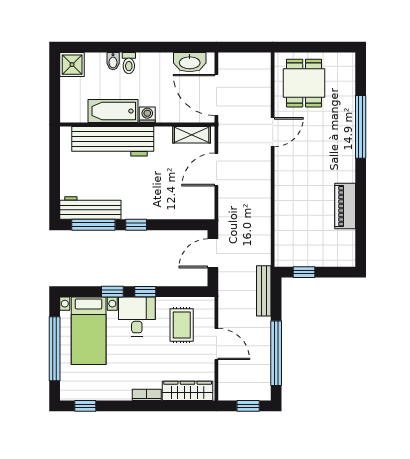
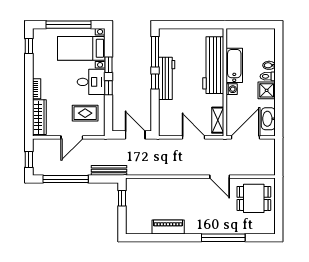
shower: (72, 65) -> (267, 90), moved
workbench: (90, 208) -> (167, 78), moved

